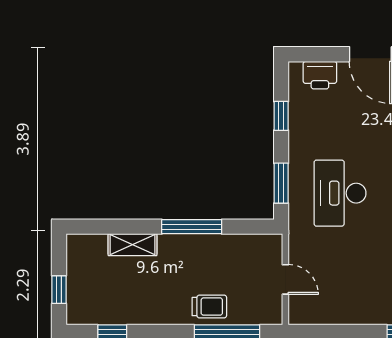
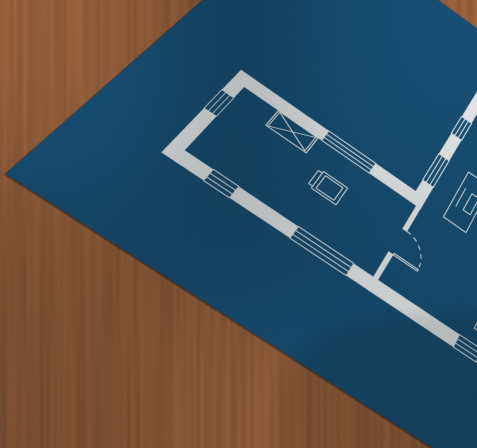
window: (59, 290) -> (219, 103), moved
trolley: (209, 307) -> (328, 187), moved

